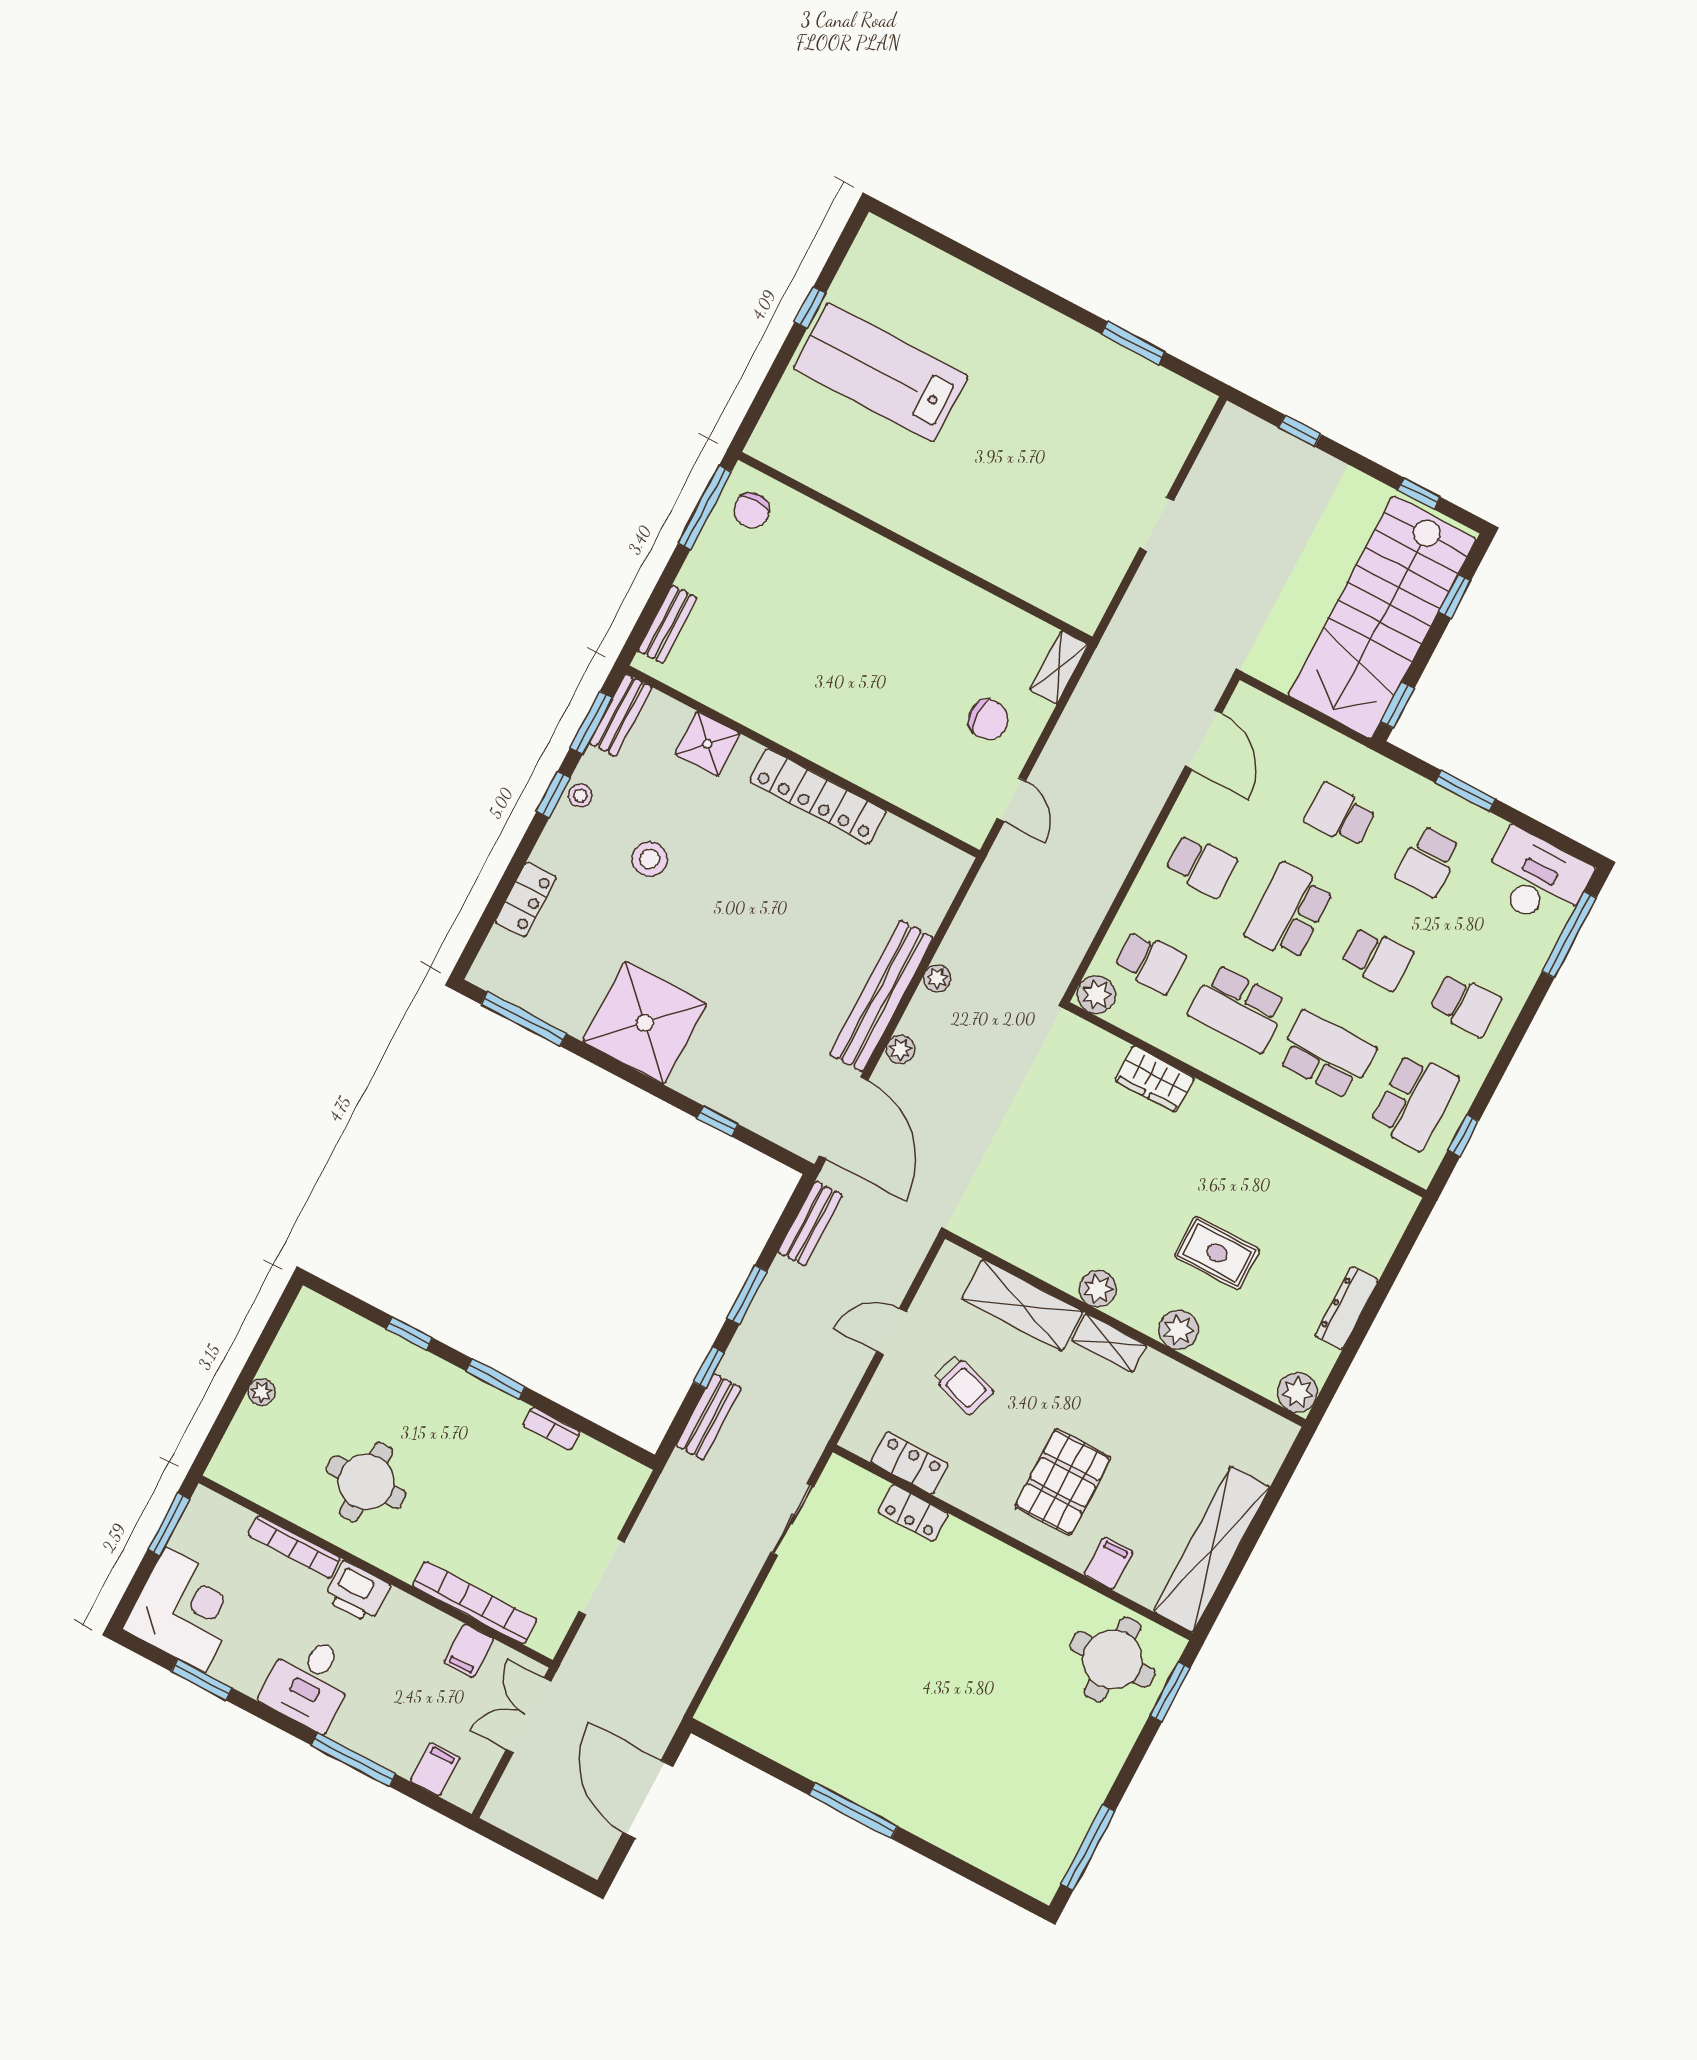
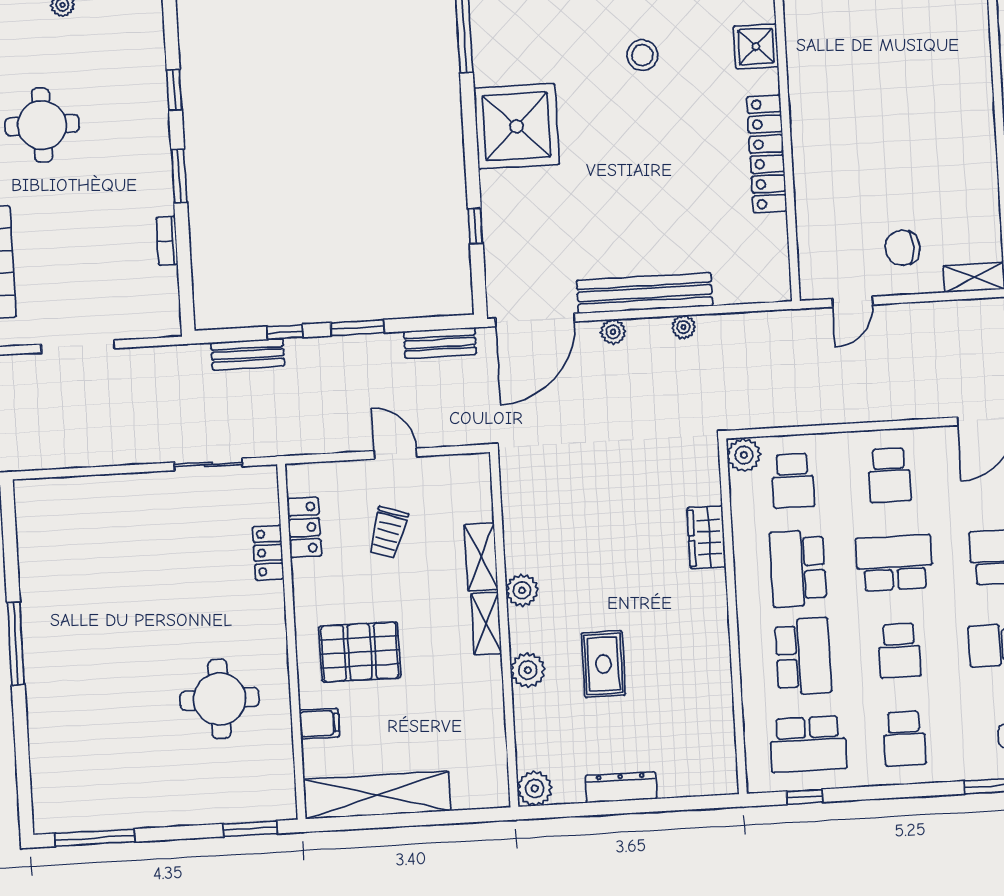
chair: (988, 720) -> (902, 248), turned 90
shelving: (1022, 1305) -> (481, 557), width x0.67, depth x0.75
round table: (1112, 1659) -> (220, 699), moved

